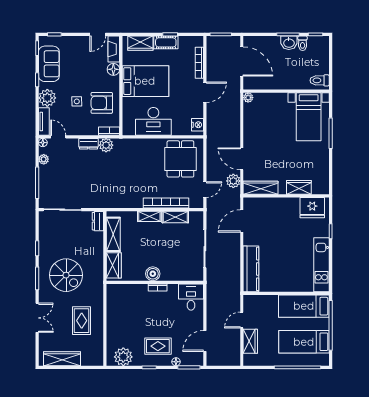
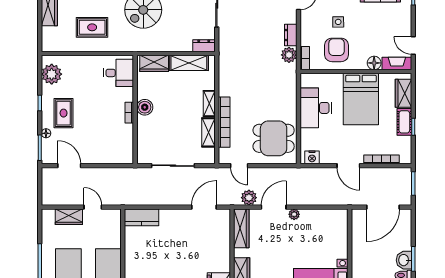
plant: (248, 98) -> (294, 214), moved
door: (242, 221) -> (204, 207), hinge flipped
kitchen counter: (251, 269) -> (142, 217), width x0.67
desk: (191, 297) -> (119, 73), moved

